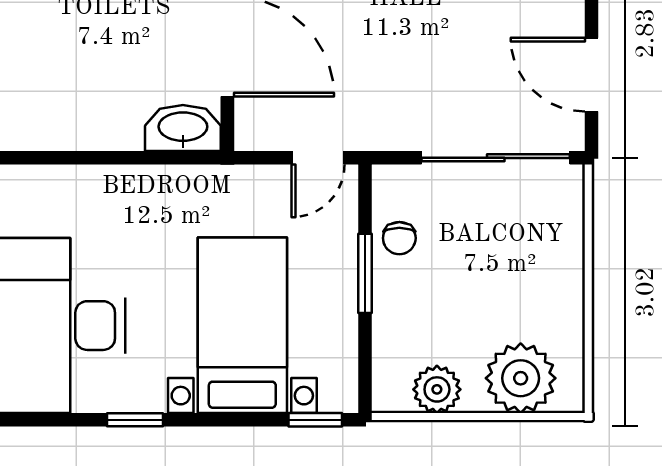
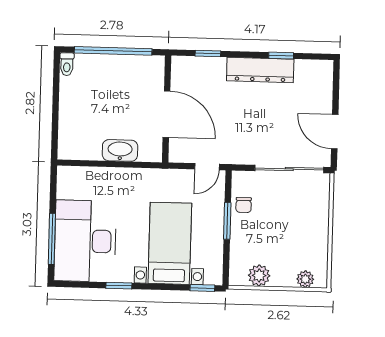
washbasin: (183, 128) -> (120, 150), moved
plant: (521, 378) -> (305, 279), width x0.53, depth x0.53

